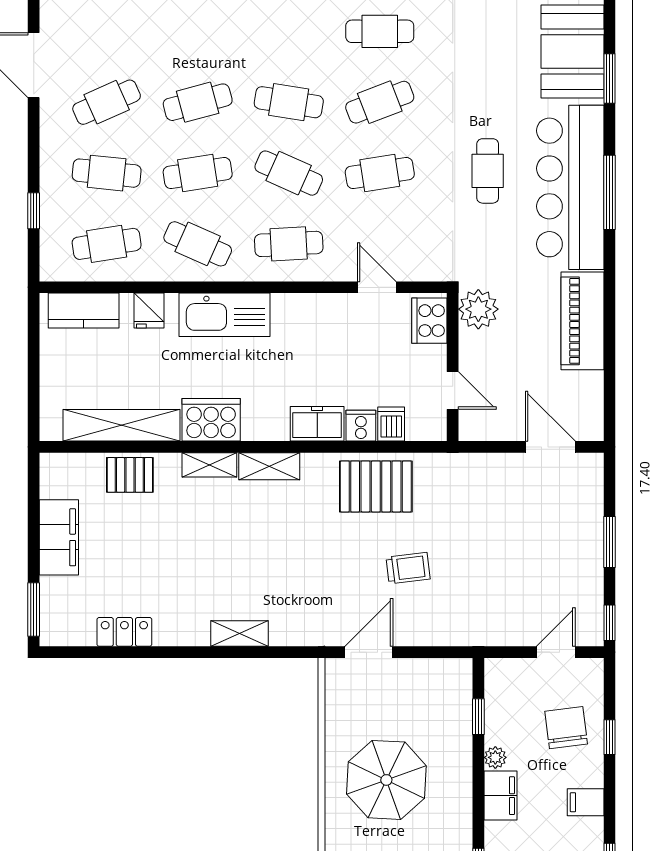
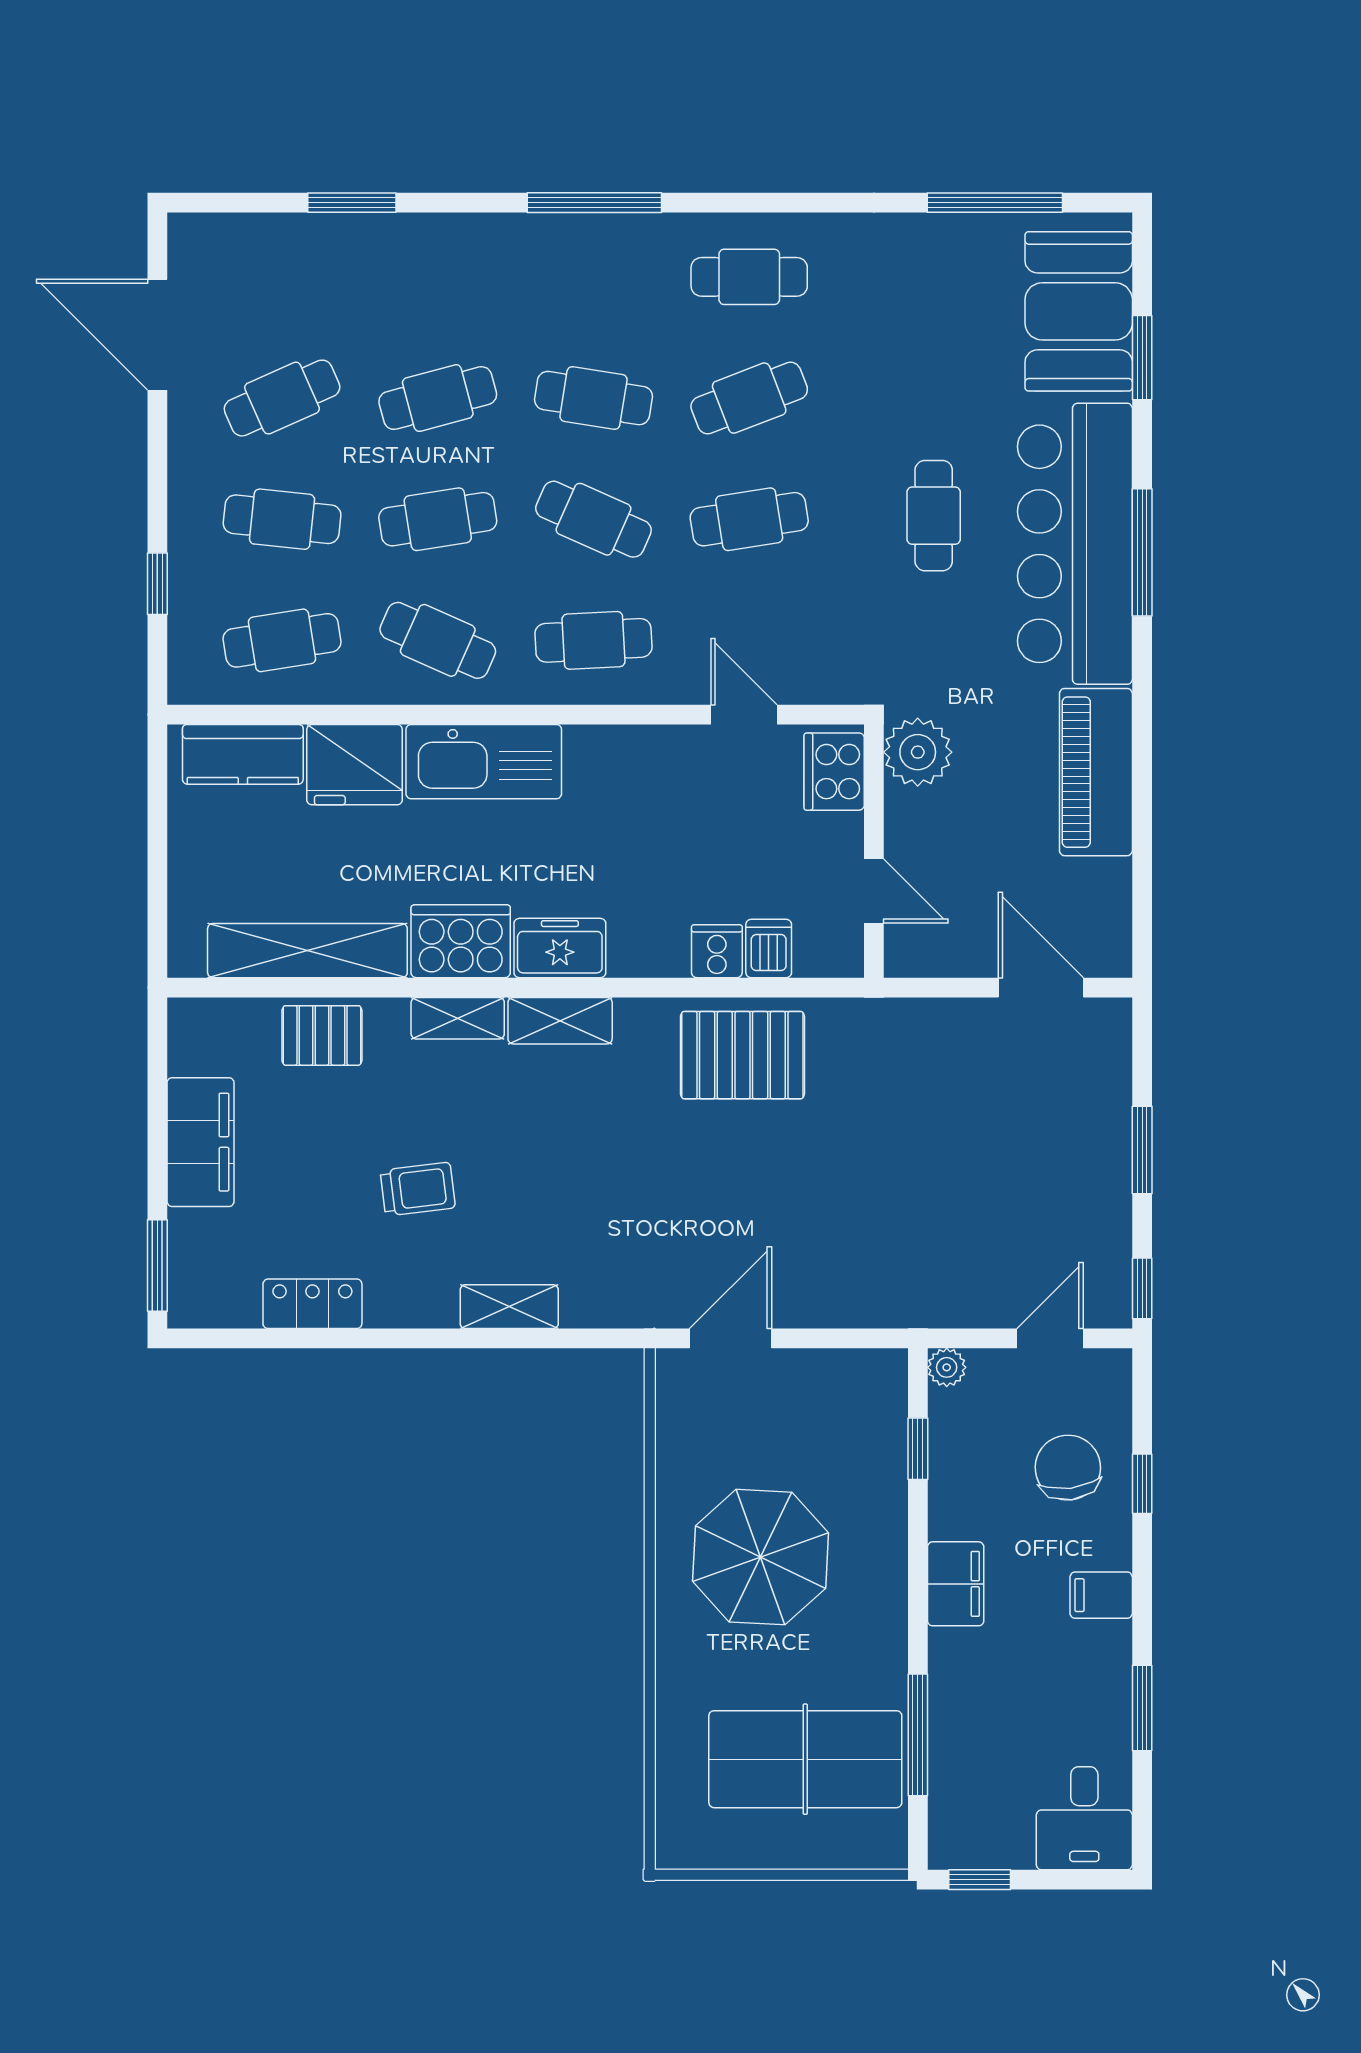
fridge: (149, 311) -> (355, 765), width x1.88, depth x1.34
freezer: (317, 424) -> (560, 948), moved
trolley: (408, 568) -> (418, 1189), moved
plant: (495, 757) -> (947, 1367), moved

